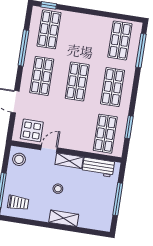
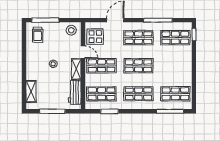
shop shelf: (70, 128) -> (102, 66), added
shelving: (64, 218) -> (31, 91), moved

